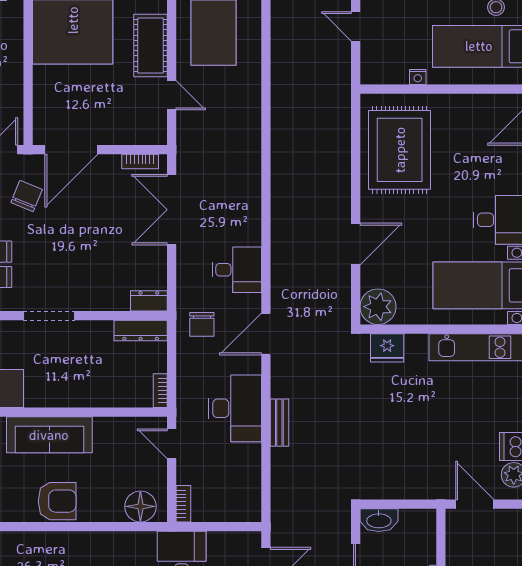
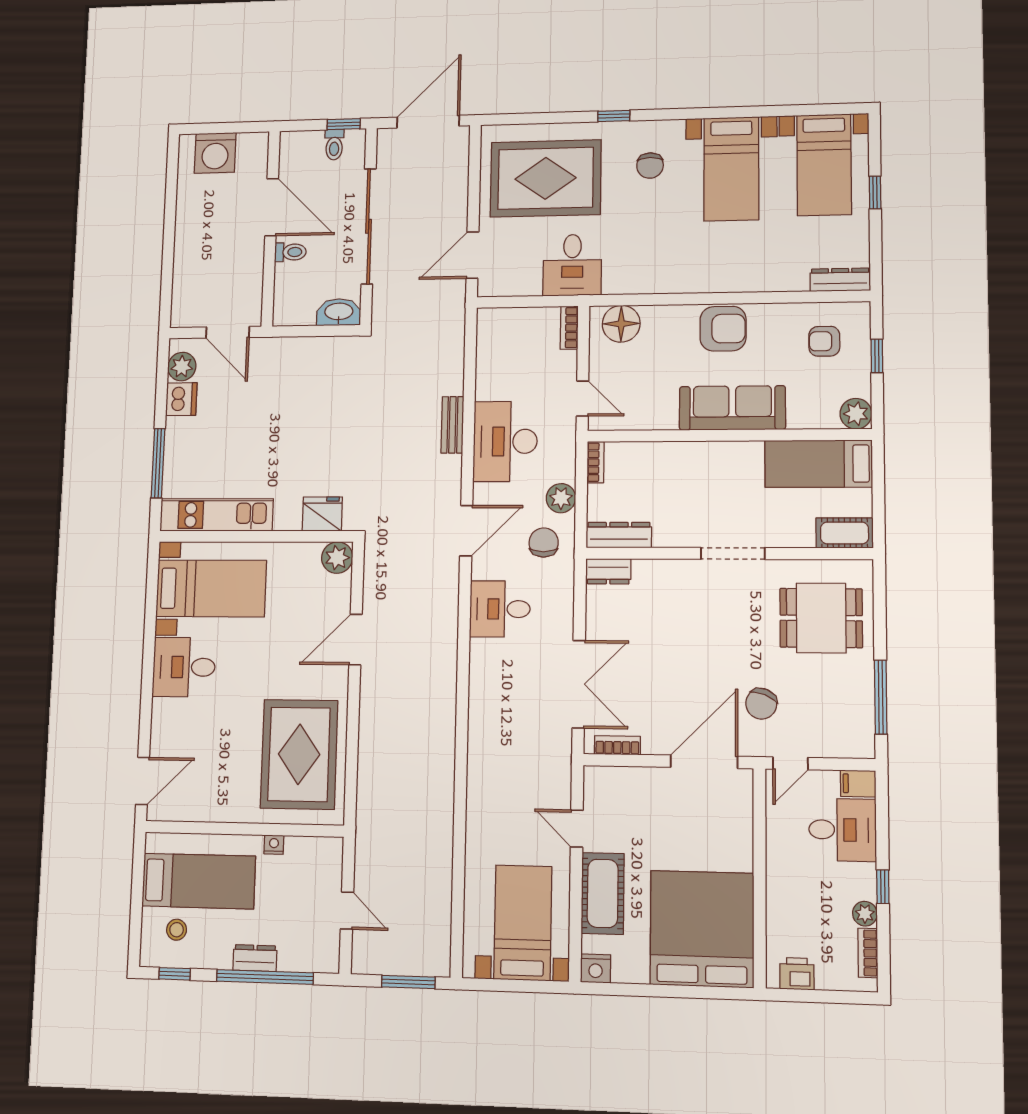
plant: (378, 307) -> (337, 558), width x0.73, depth x0.73
plant: (188, 361) -> (561, 498), added
armchair: (57, 501) -> (723, 329), turned 180

